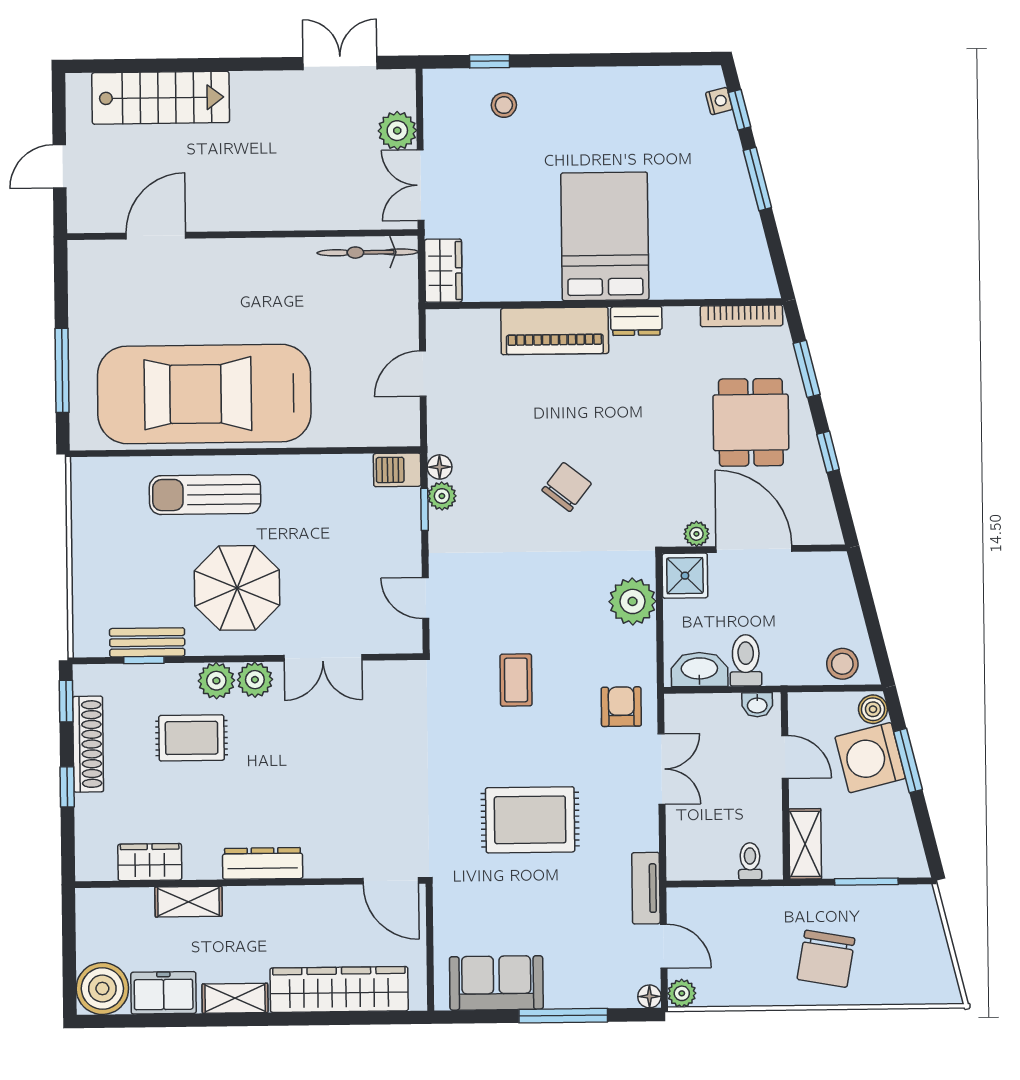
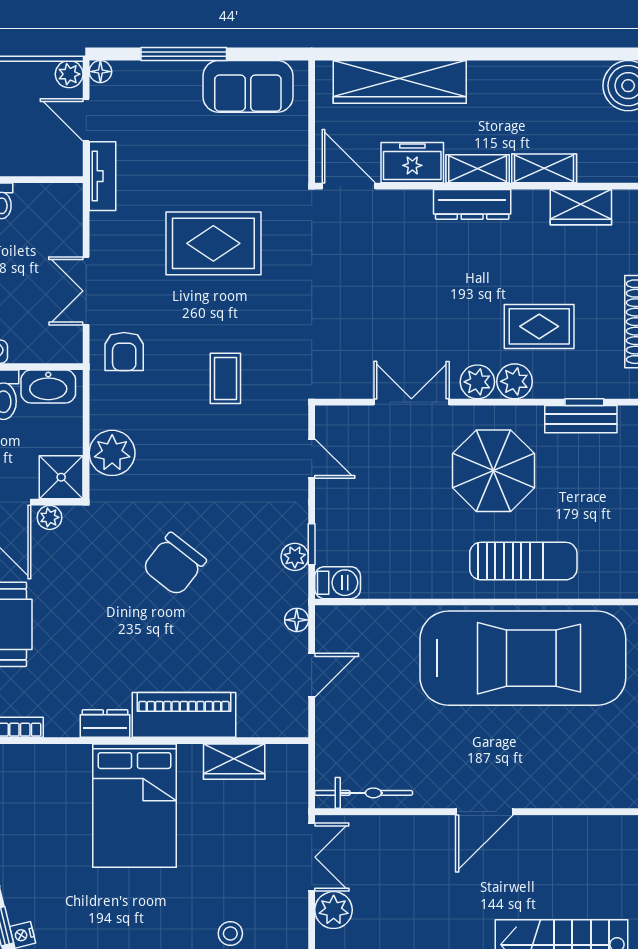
door: (156, 236) -> (484, 812), moved
wardrobe: (443, 271) -> (234, 762), moved, turned -90
floor lamp: (440, 467) -> (297, 620), moved
chair: (567, 487) -> (174, 564), width x1.37, depth x1.37
freezer: (164, 993) -> (412, 163), moved, turned 180
shelving: (235, 998) -> (478, 169), moved

